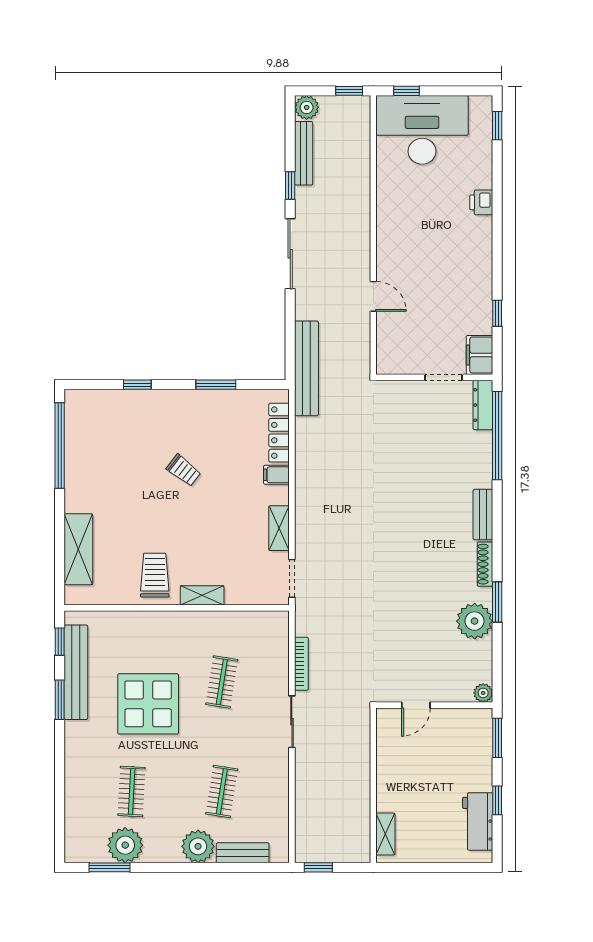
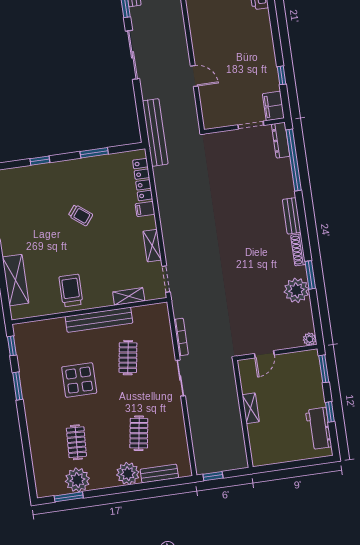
shelving: (202, 595) -> (129, 296), moved
bench: (76, 672) -> (99, 320), moved, turned 90
display table: (148, 704) -> (79, 380), width x0.73, depth x0.73
shelving: (385, 834) -> (251, 408), moved

